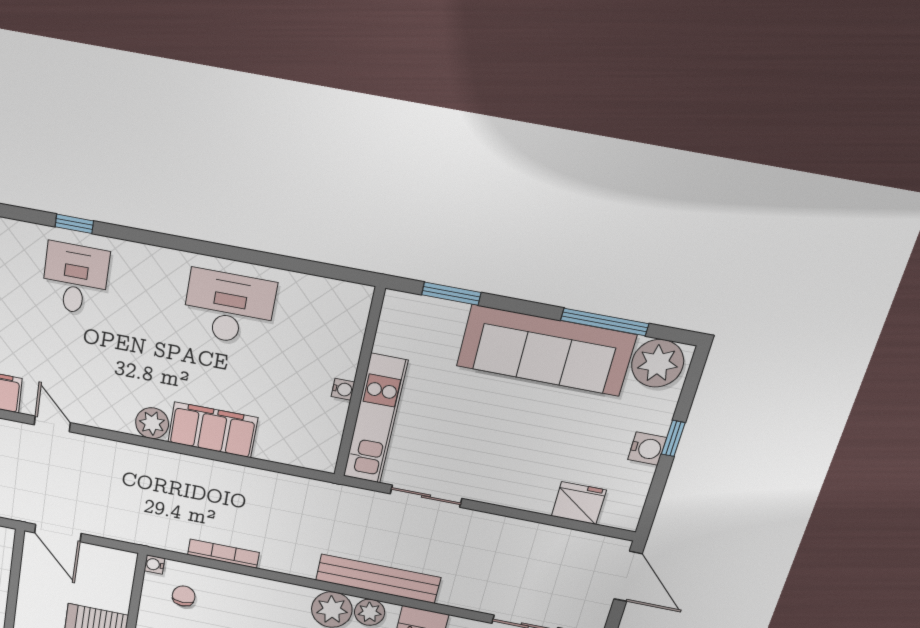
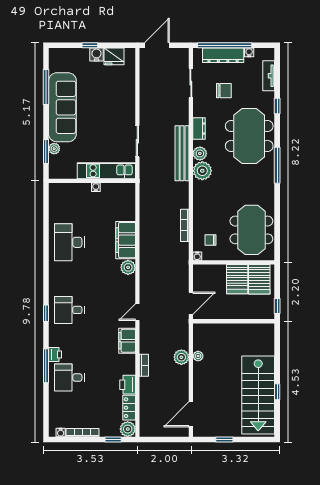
plant: (658, 363) -> (54, 149), moved, width x0.53, depth x0.53
fridge: (579, 503) -> (114, 56), moved, turned -90

